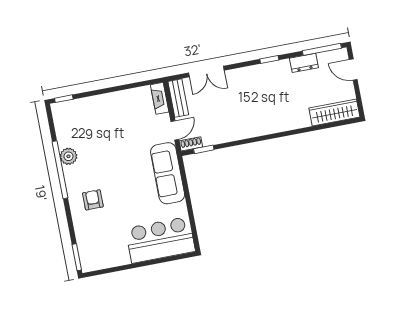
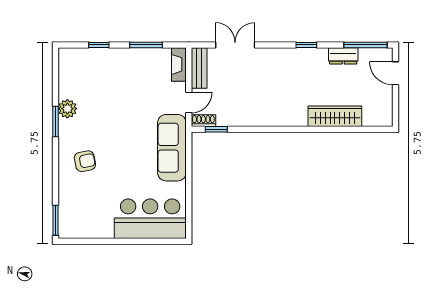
double door: (206, 72) -> (235, 45), swing flipped
window: (127, 87) -> (146, 45), added
window: (64, 99) -> (99, 45), moved
wardrobe: (334, 112) -> (335, 116), moved
window: (60, 170) -> (55, 122), width x0.47
armchair: (93, 200) -> (85, 161), turned 79

